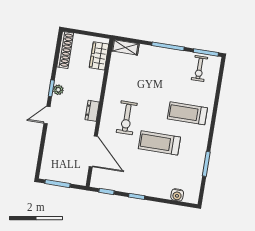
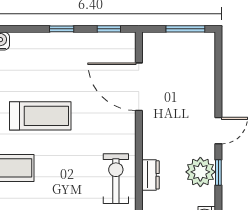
plant: (58, 90) -> (200, 172), width x1.88, depth x1.88
dresser: (92, 111) -> (151, 175), moved
exercise bike: (127, 118) -> (116, 179), moved

